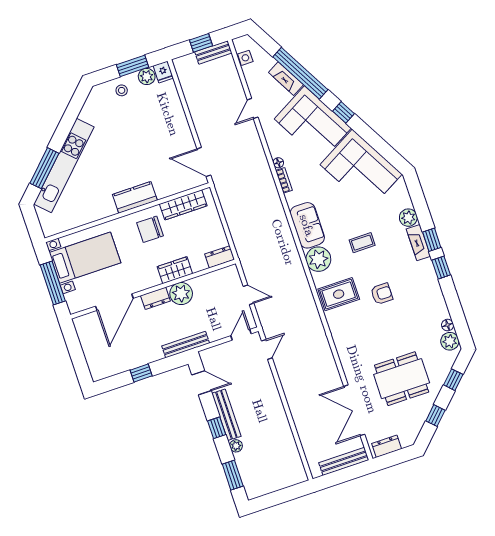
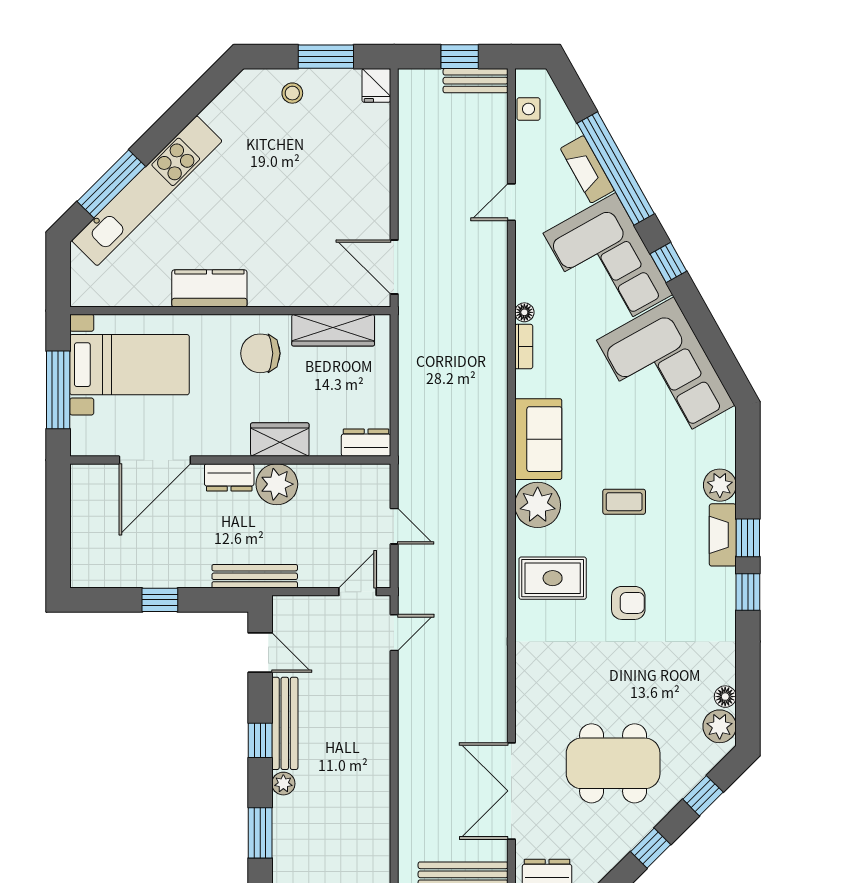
plant: (147, 76) -> (344, 84), removed
kitchen counter: (135, 197) -> (209, 288), moved

